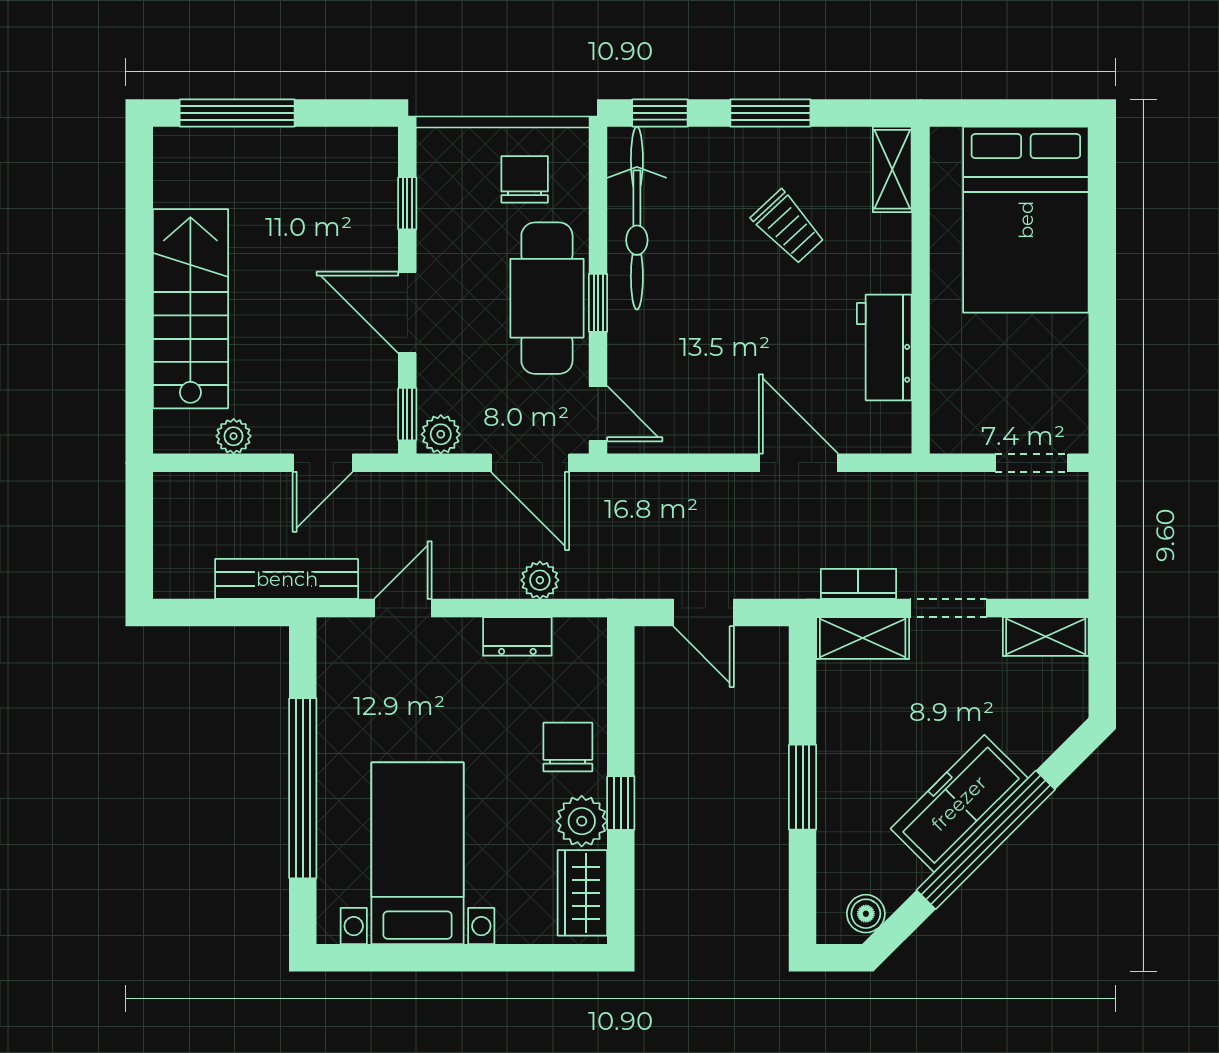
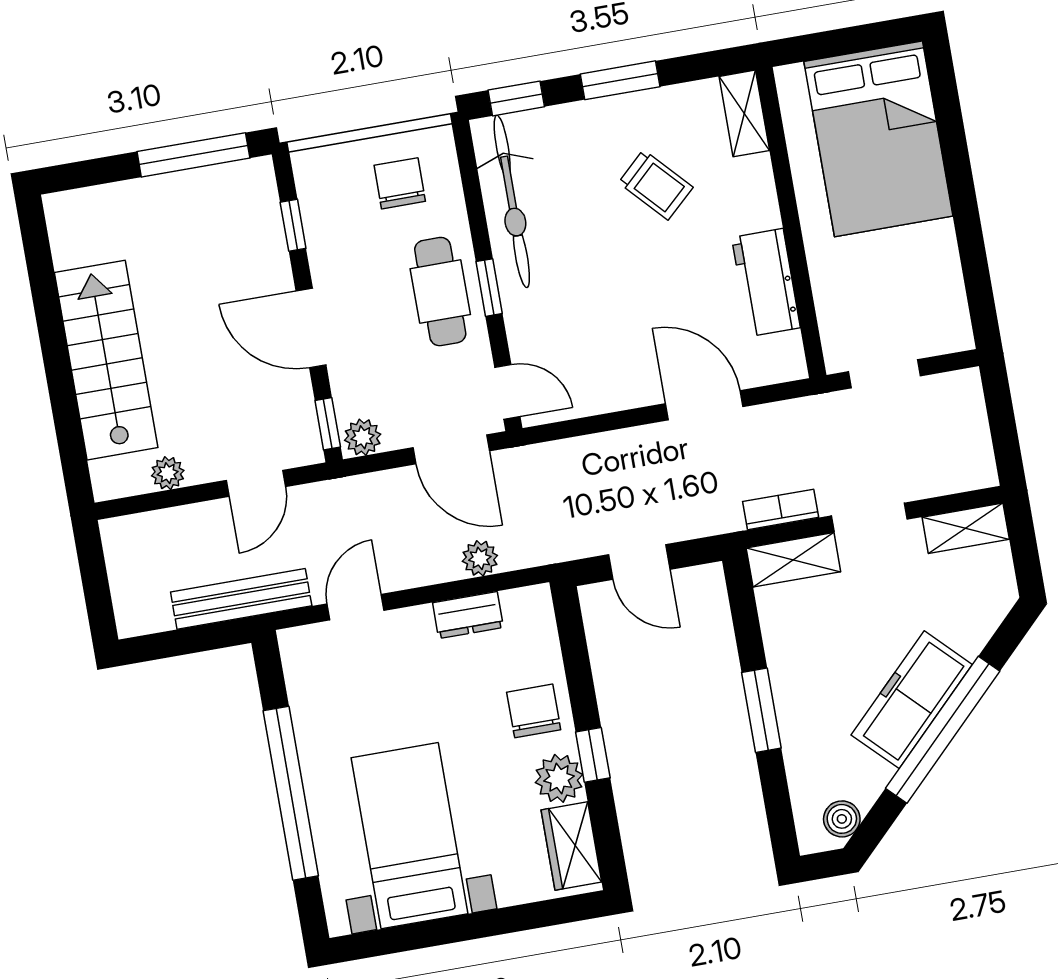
window: (237, 113) -> (193, 155), moved
cafe table: (547, 298) -> (440, 292), width x0.73, depth x0.74
doorway: (1032, 463) -> (884, 374), moved

